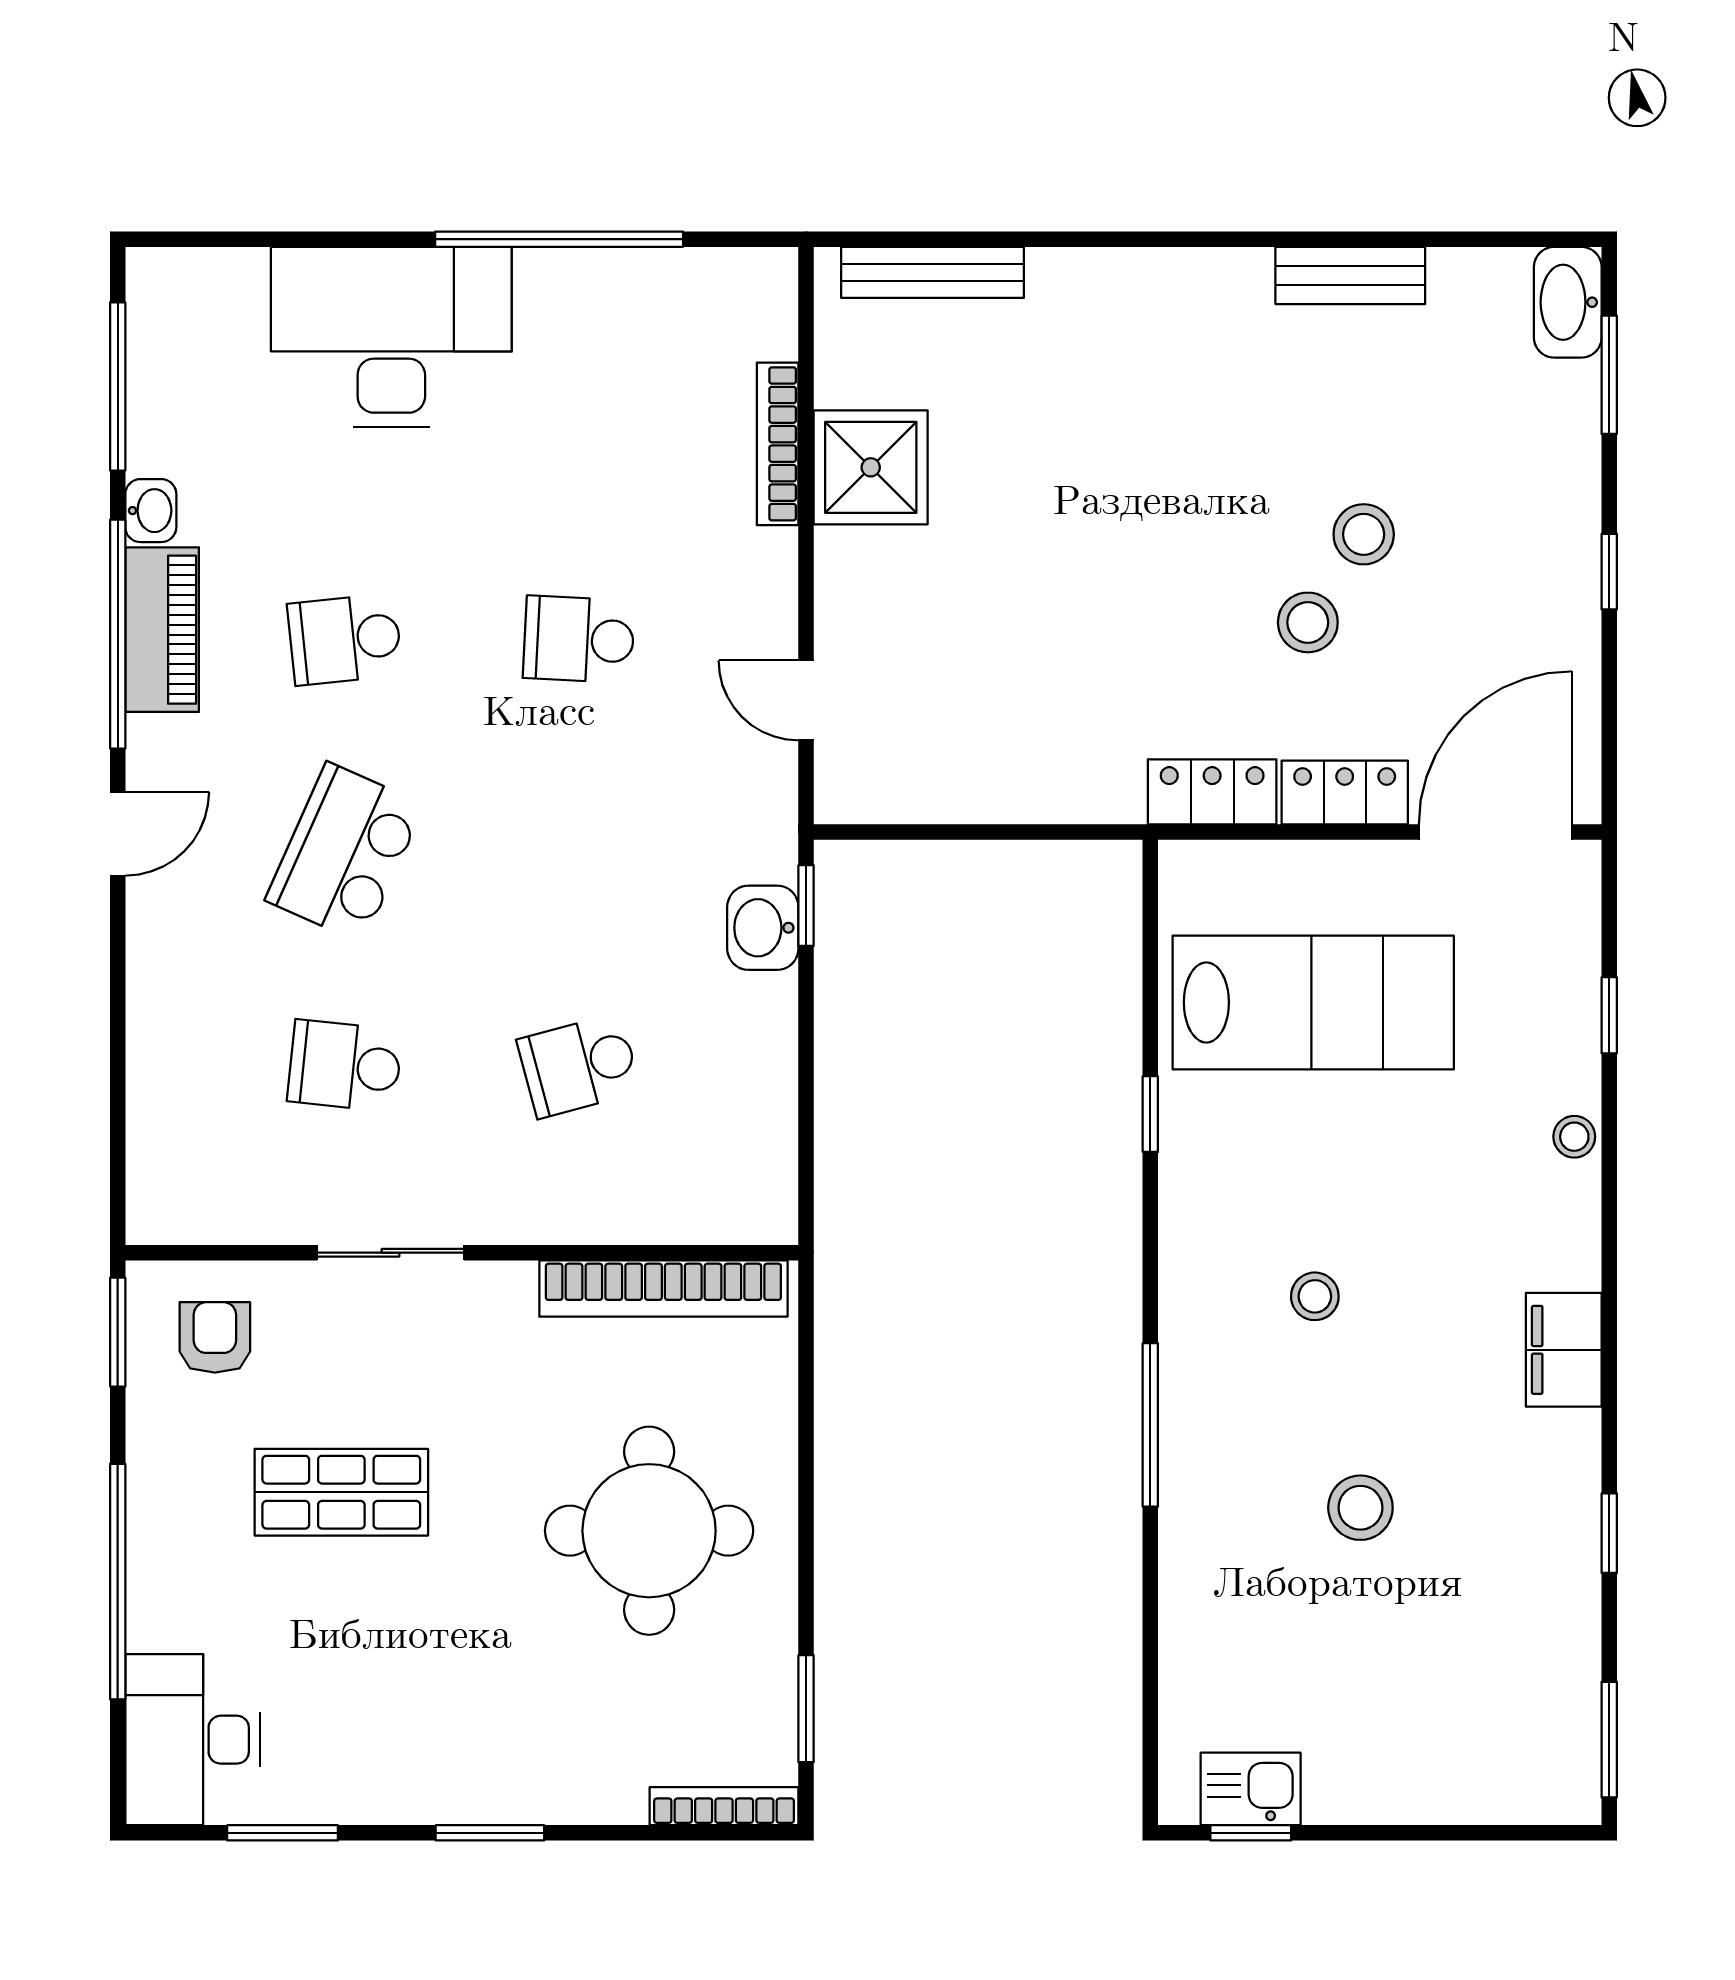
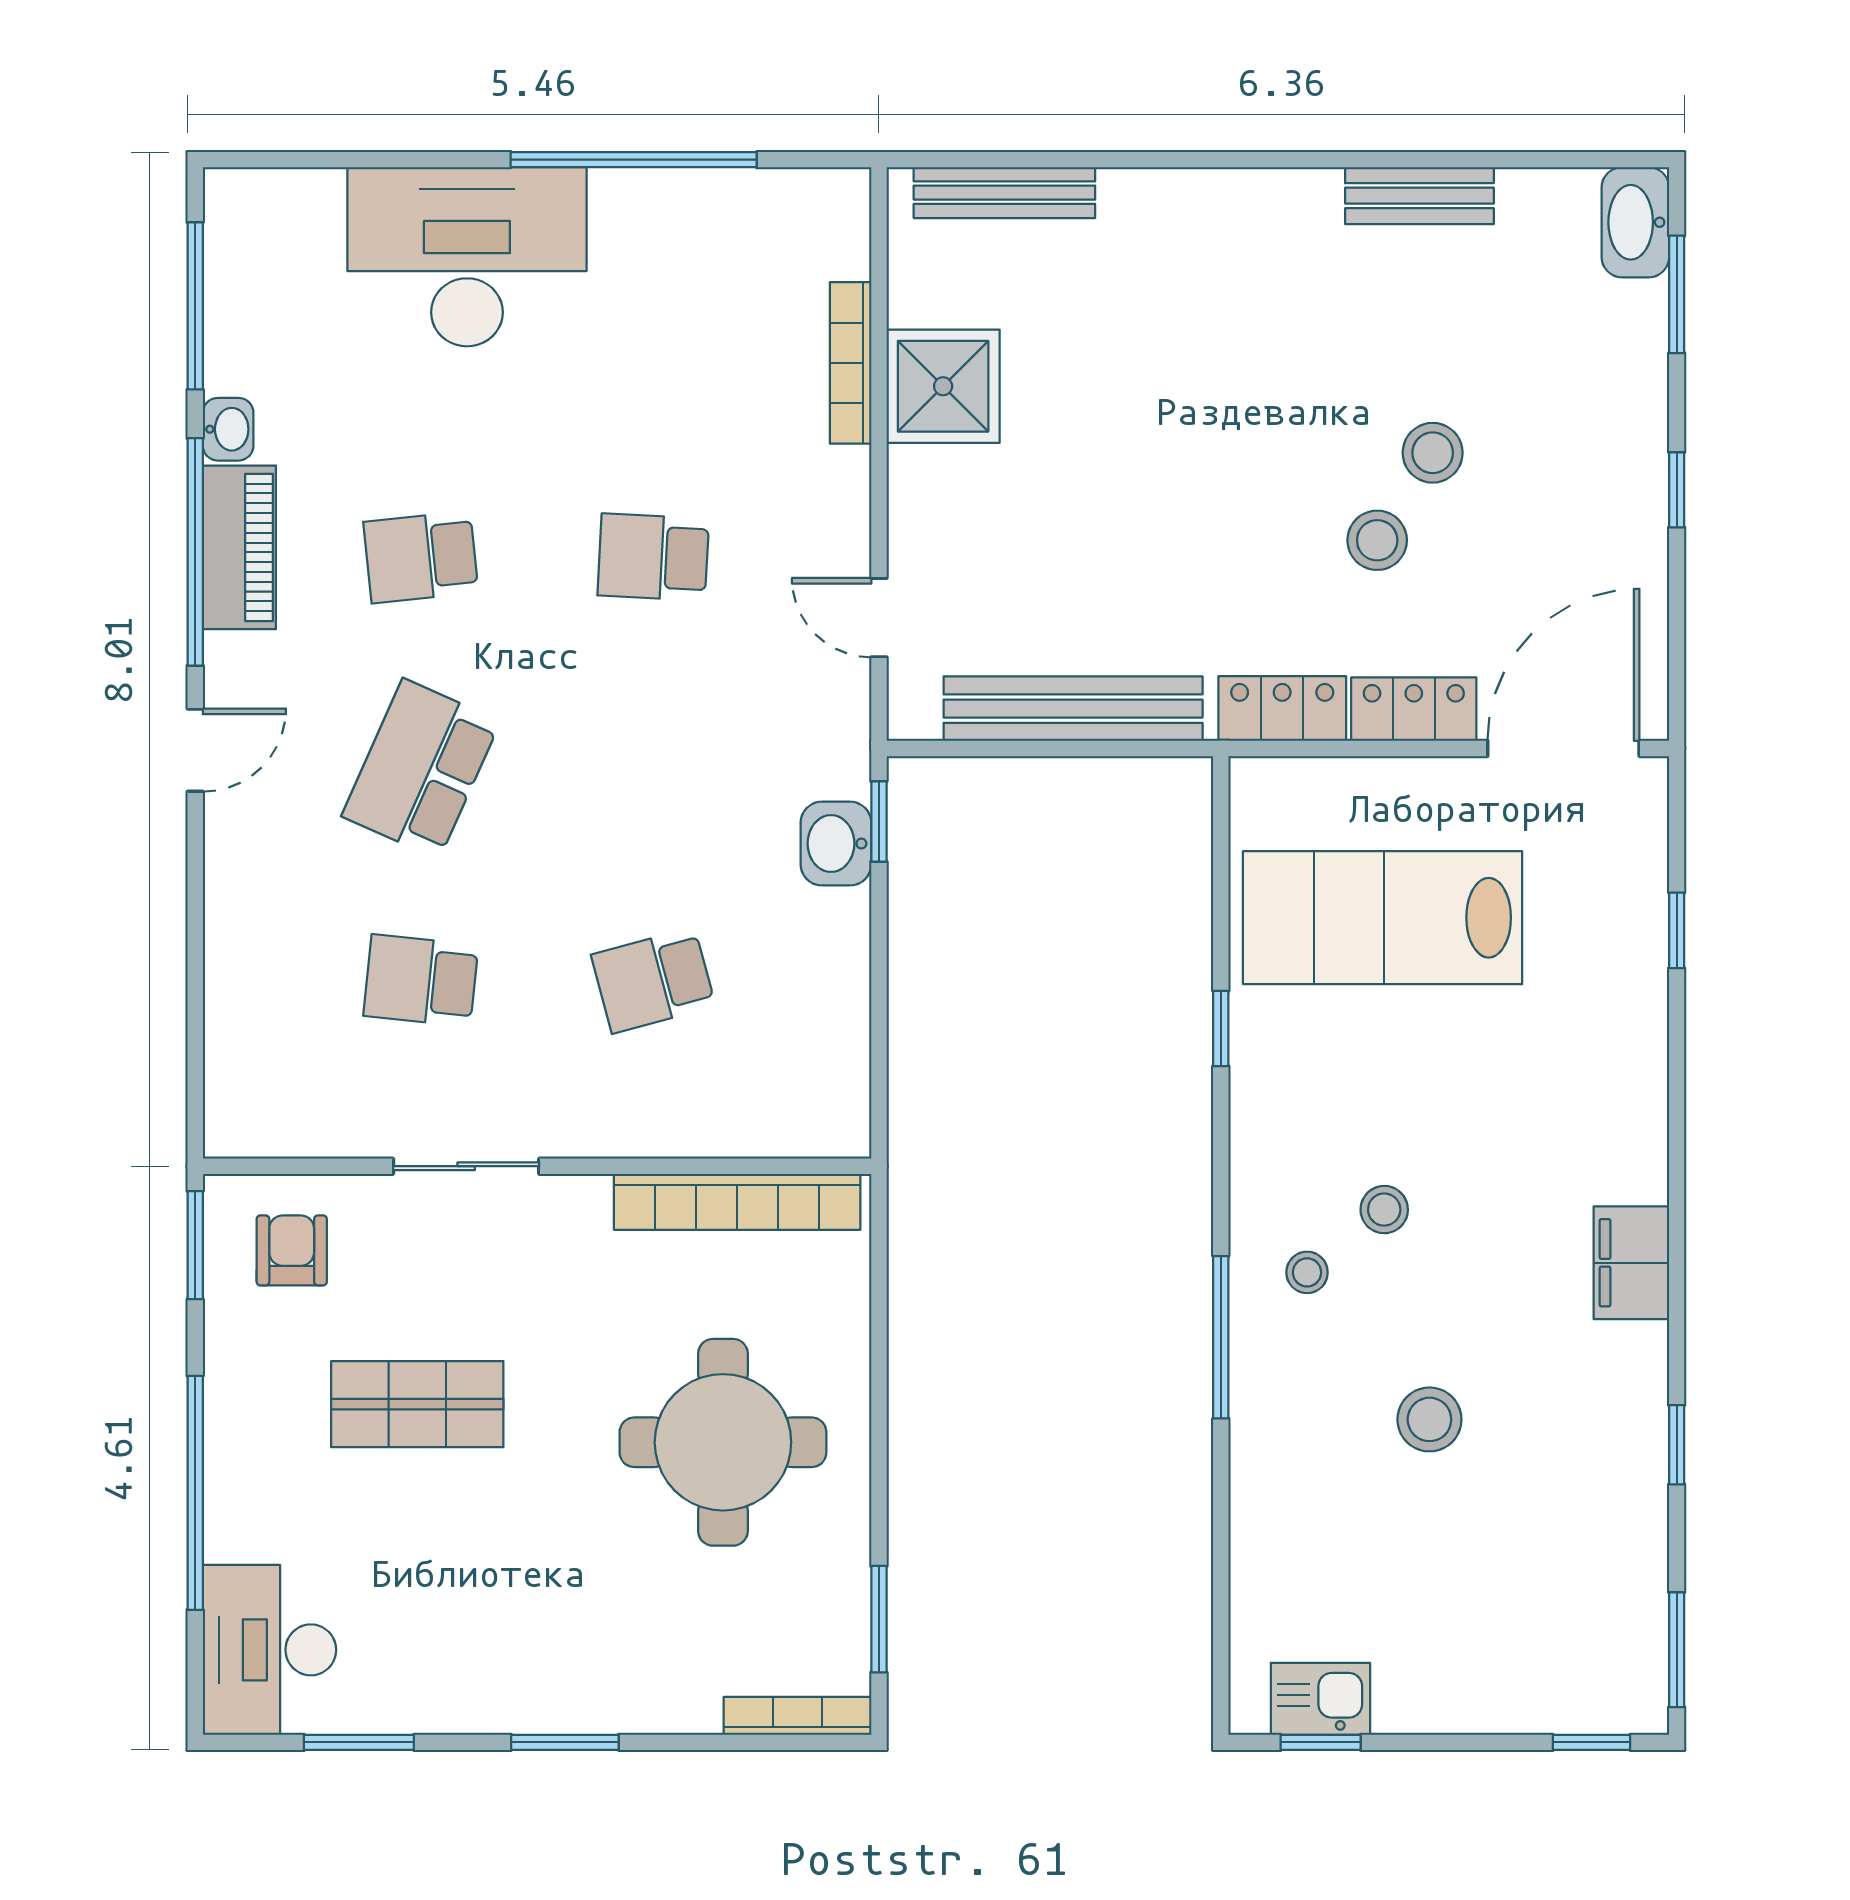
bench: (1002, 792) -> (1073, 709), added
lab bench: (1313, 1002) -> (1383, 918), turned 180
stool: (1574, 1137) -> (1307, 1272), moved
window: (1524, 1833) -> (1591, 1742), added

